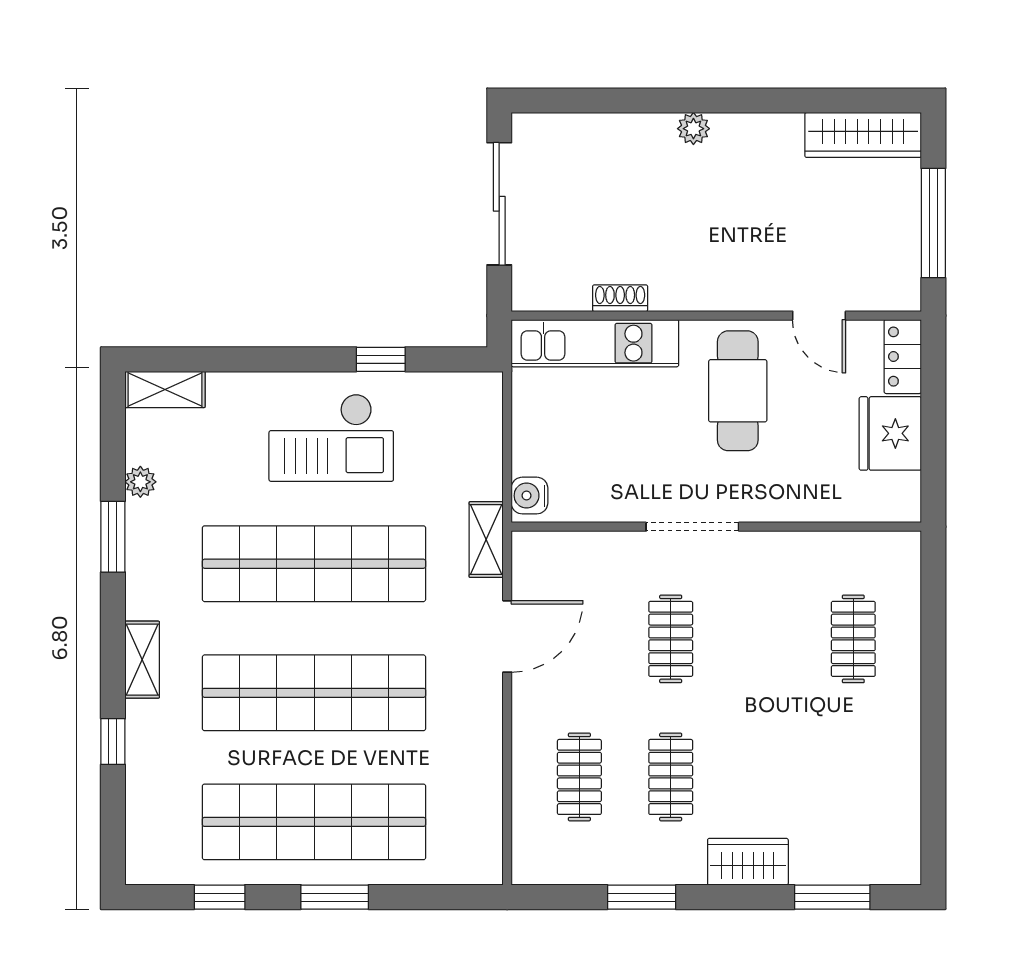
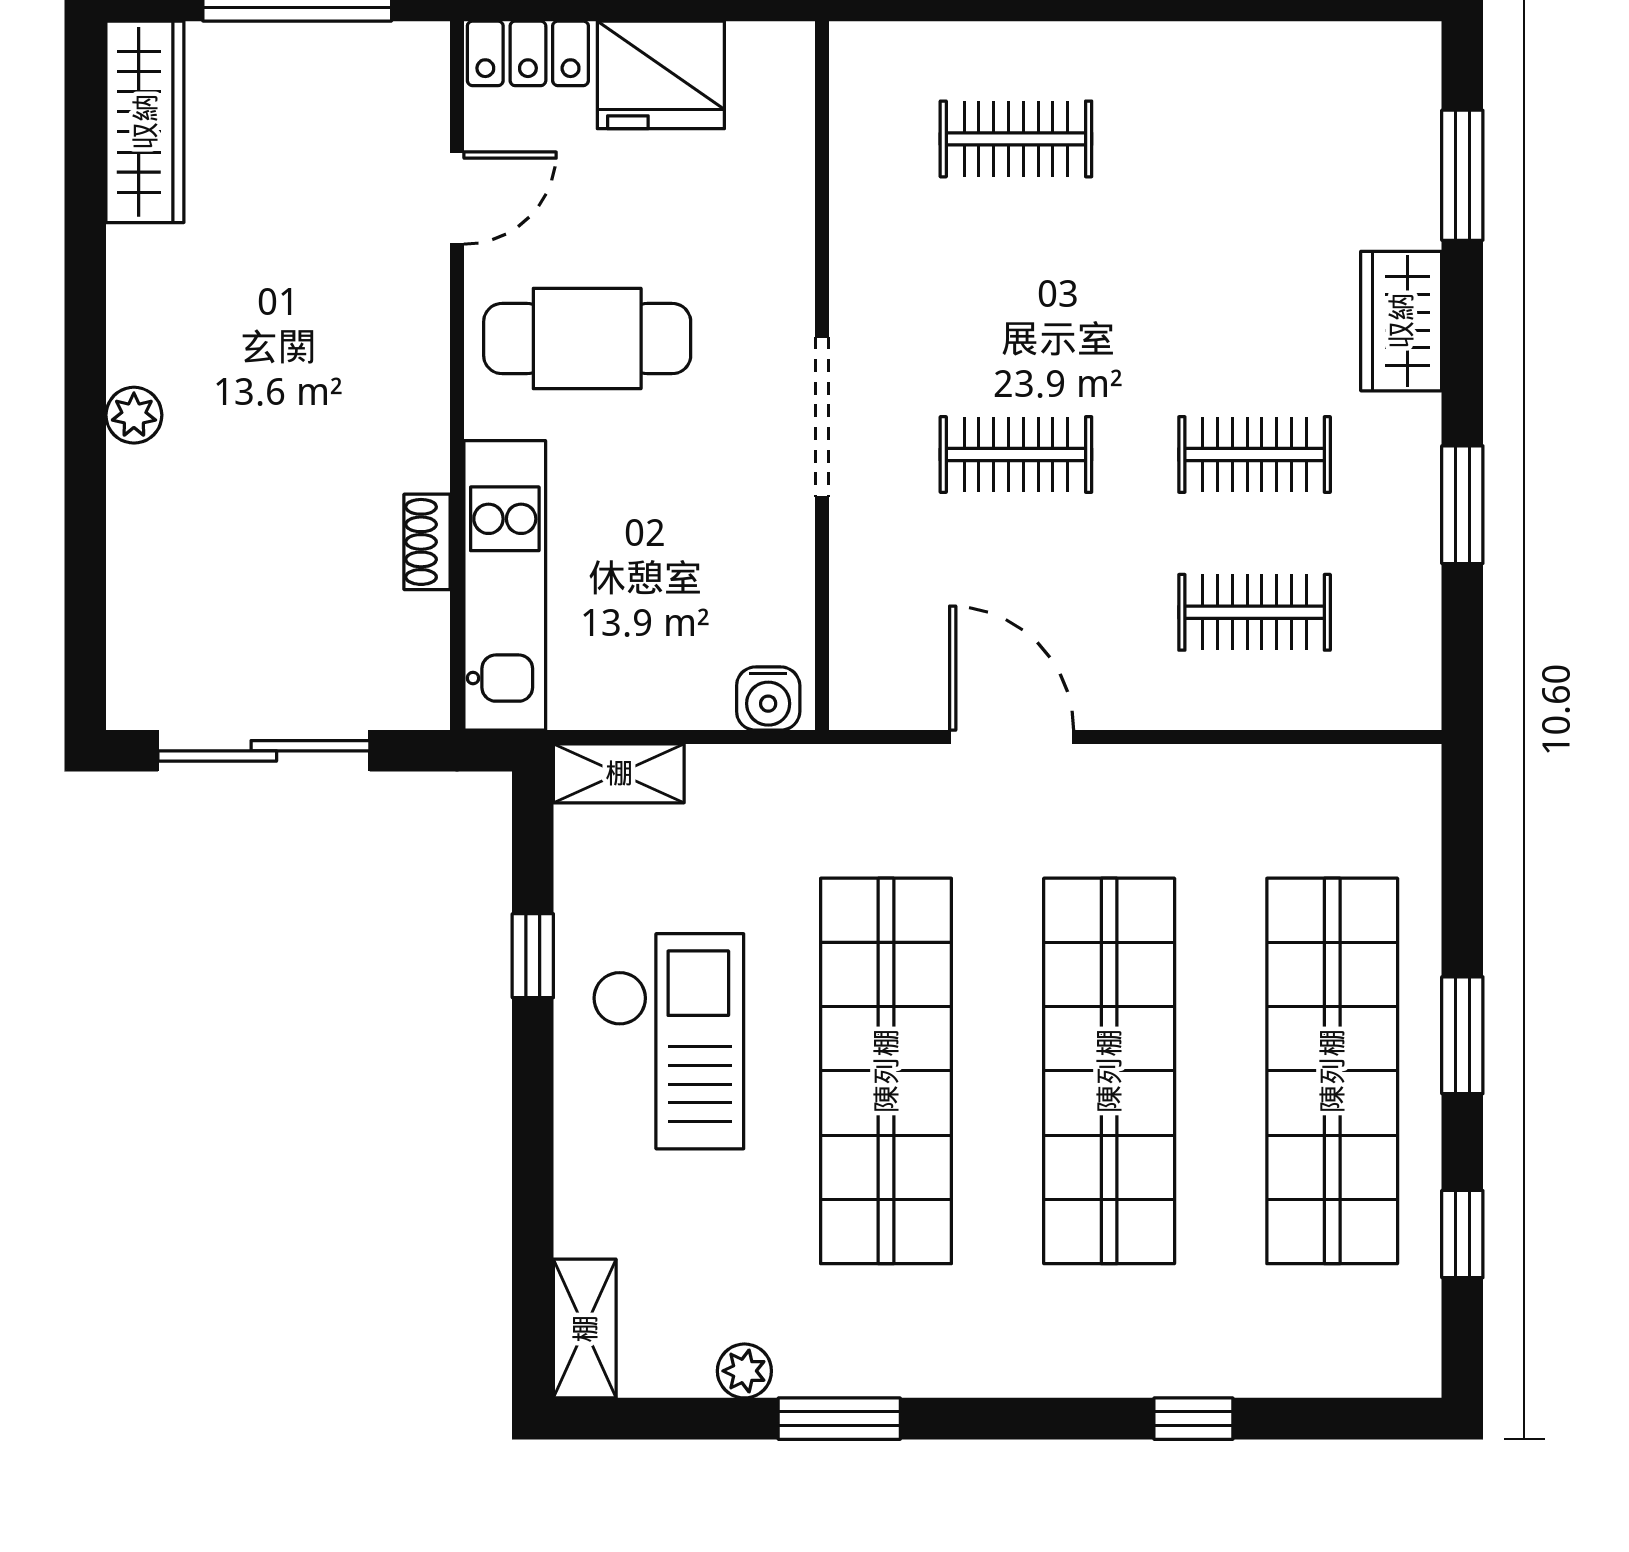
shelving: (486, 540) -> (619, 773), moved
shelving: (142, 660) -> (1052, 1368), removed

